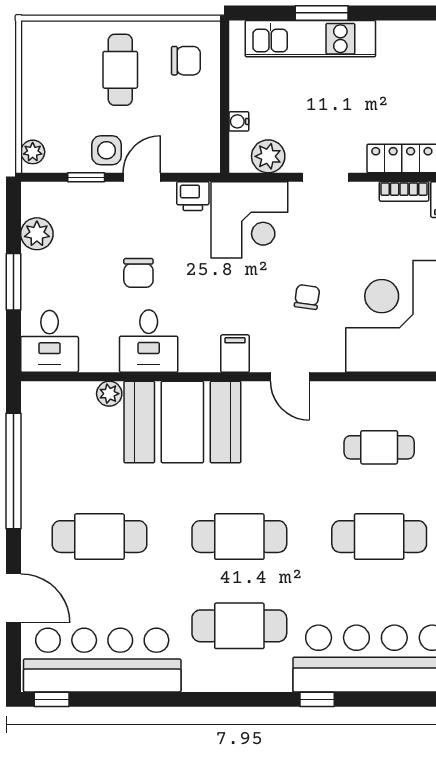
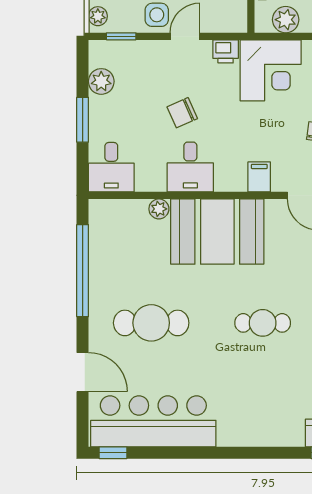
window: (86, 177) -> (121, 36), moved
chair: (138, 273) -> (182, 113), turned 66
cafe table: (239, 537) -> (263, 323), width x0.73, depth x0.74
cafe table: (239, 626) -> (263, 394), removed

